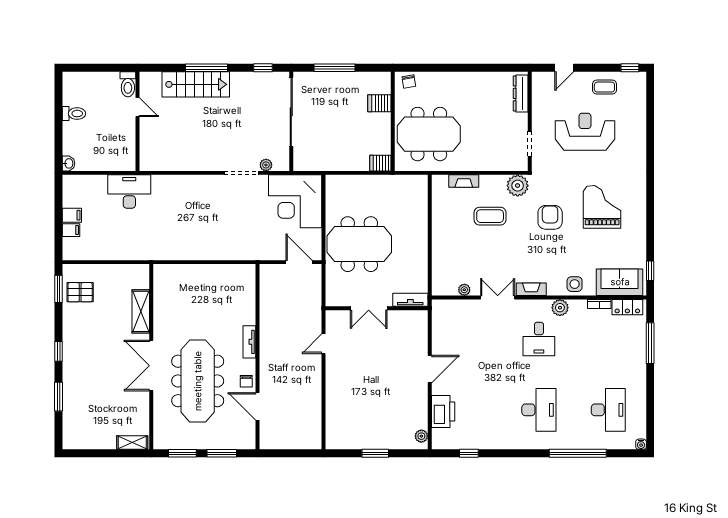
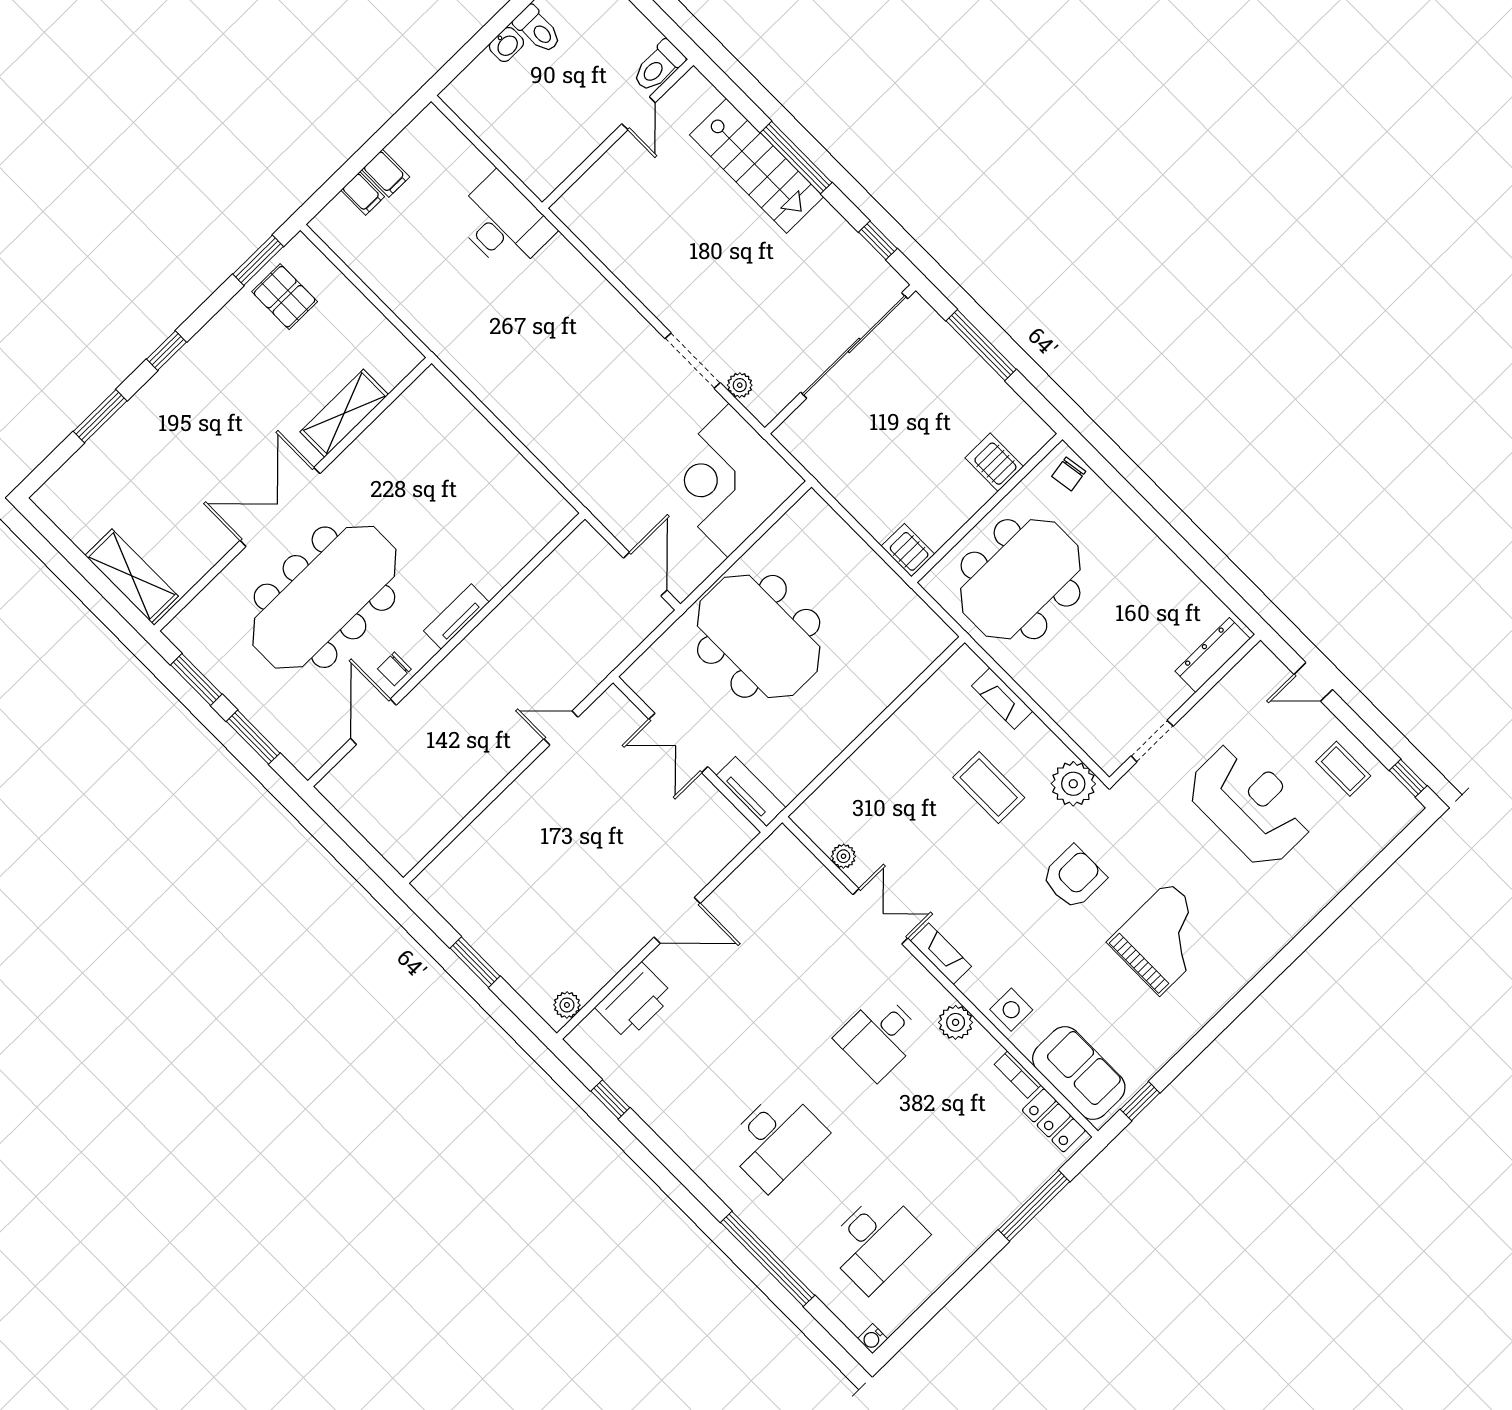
meeting table: (429, 134) -> (1020, 579), turned 90
washbasin: (69, 163) -> (506, 44), moved
shelving: (132, 443) -> (132, 576), width x1.50, depth x1.33

